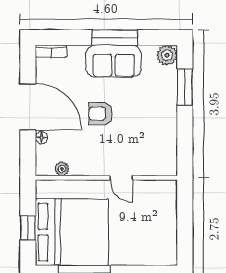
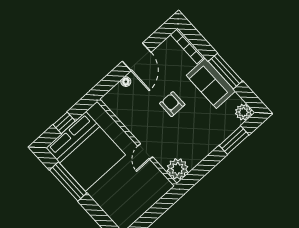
bookcase: (51, 51) -> (187, 46), width x1.56
door: (28, 107) -> (137, 57), width x0.73
plant: (62, 169) -> (177, 169), moved, width x1.87, depth x1.87

